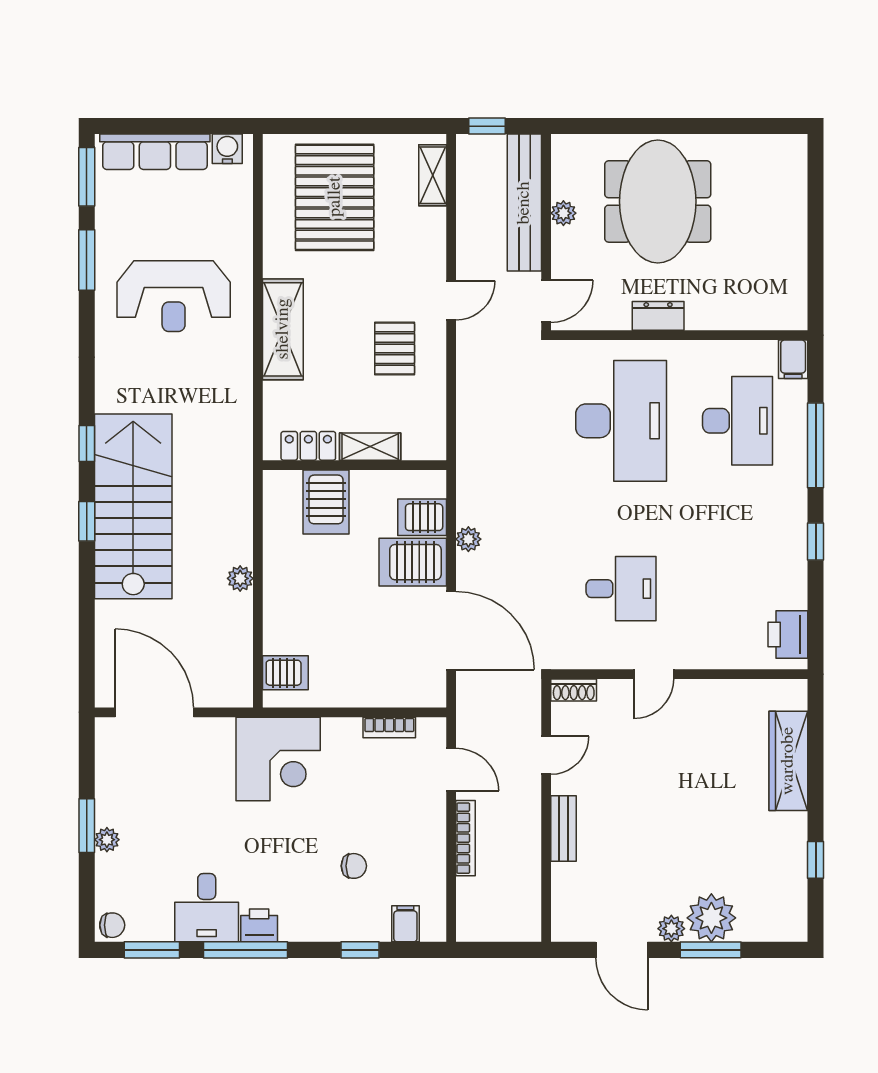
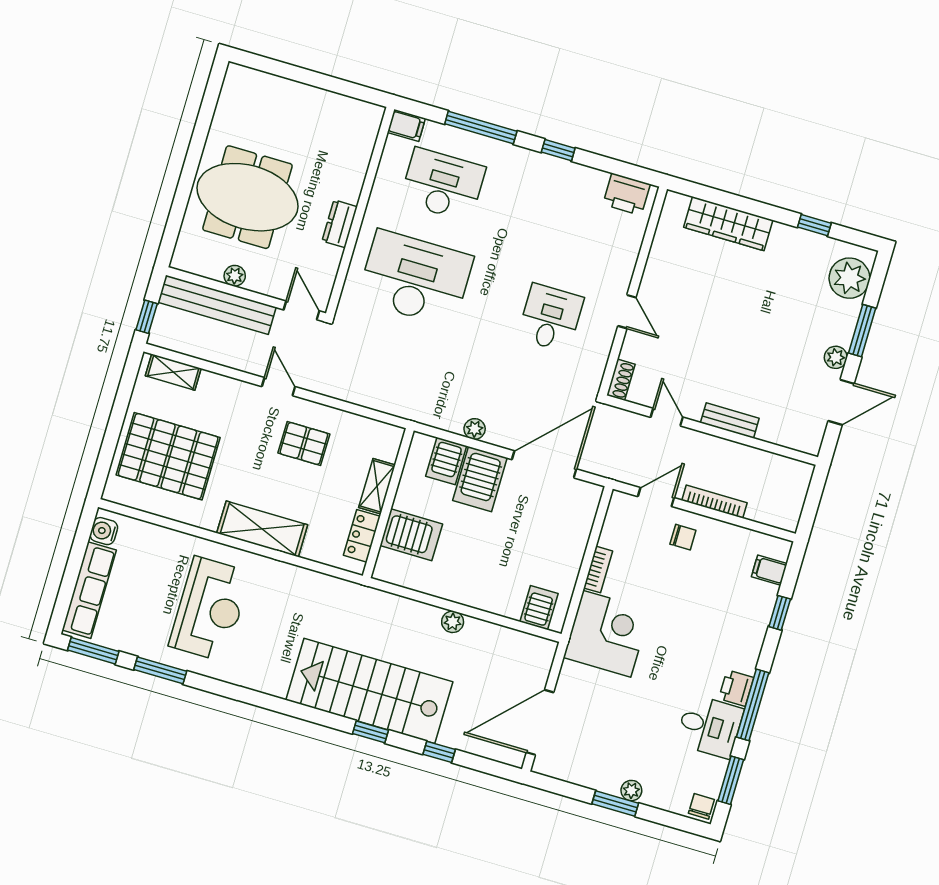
window: (87, 443) -> (439, 752), moved
bookcase: (389, 727) -> (598, 569), moved
chair: (354, 866) -> (683, 537), moved, turned 90
plant: (711, 918) -> (849, 278), moved

